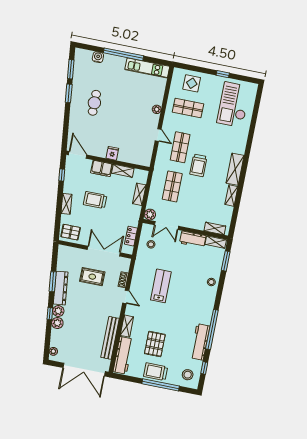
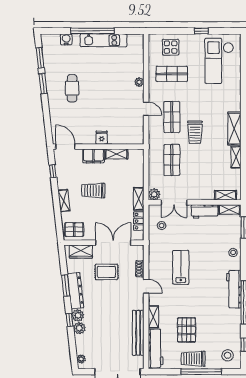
kitchen unit: (147, 68) -> (104, 40), moved
shelving: (139, 194) -> (139, 199), moved
wardrobe: (73, 253) -> (81, 252), added
workbench: (200, 342) -> (234, 289), moved

